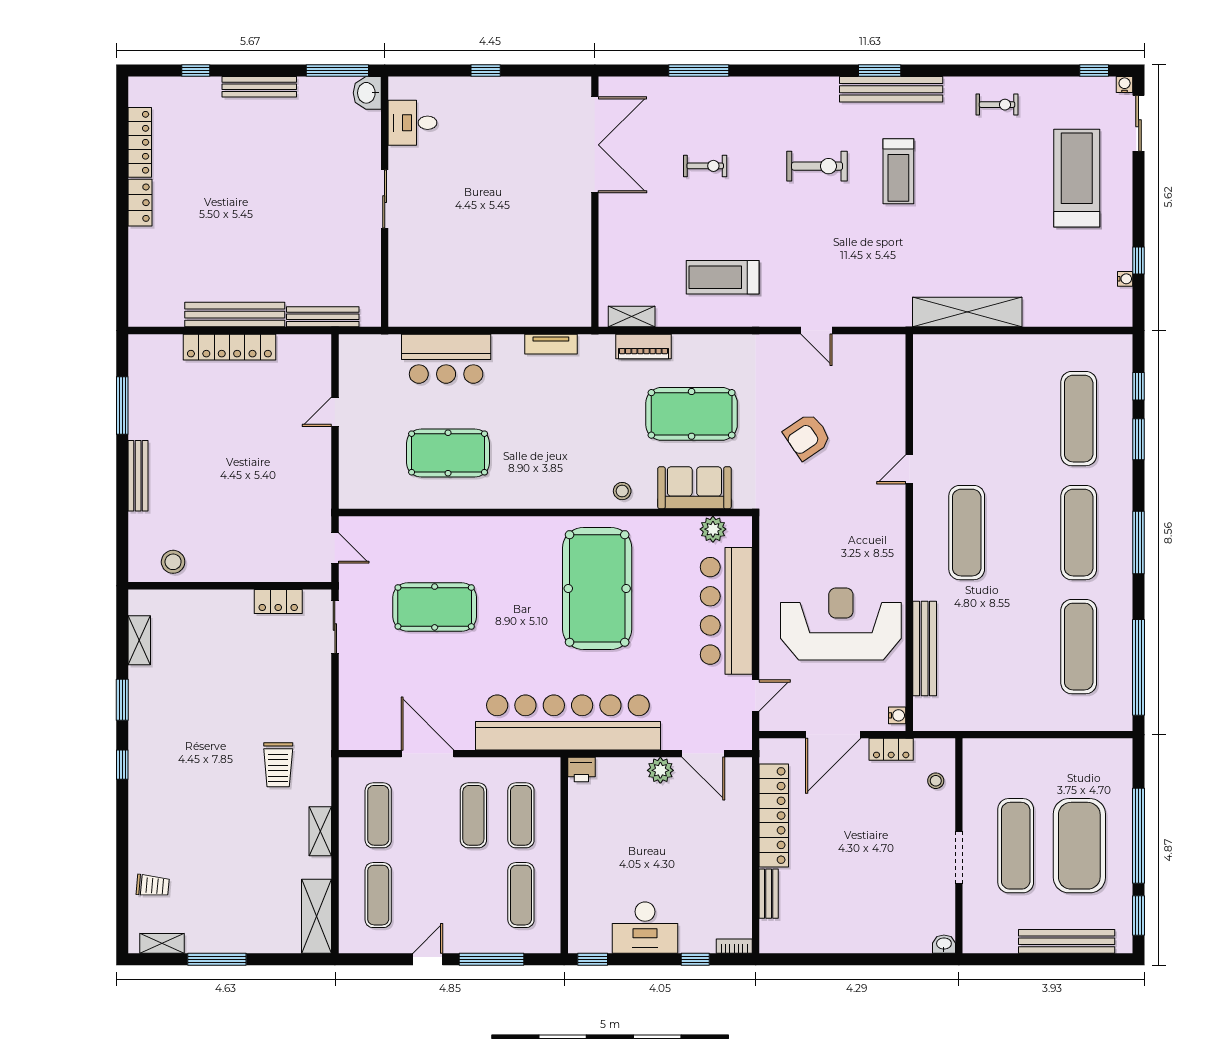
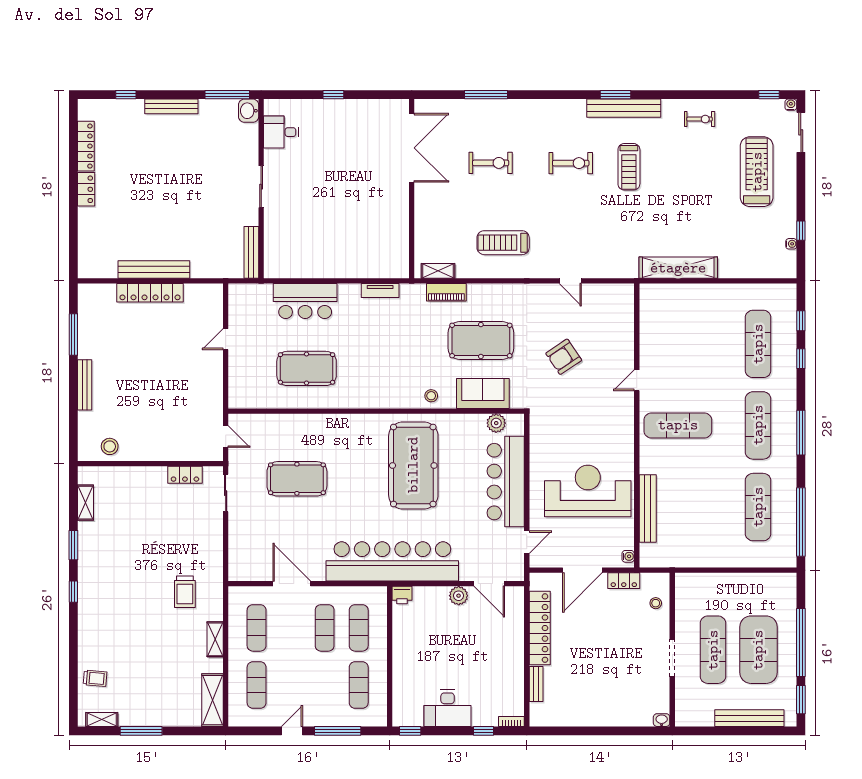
exercise bike: (705, 166) -> (491, 163), width x1.38, depth x1.39
bench: (323, 317) -> (251, 252), moved, turned 90
window: (1139, 439) -> (801, 359), width x0.67
exercise mat: (967, 533) -> (678, 425), turned 90

